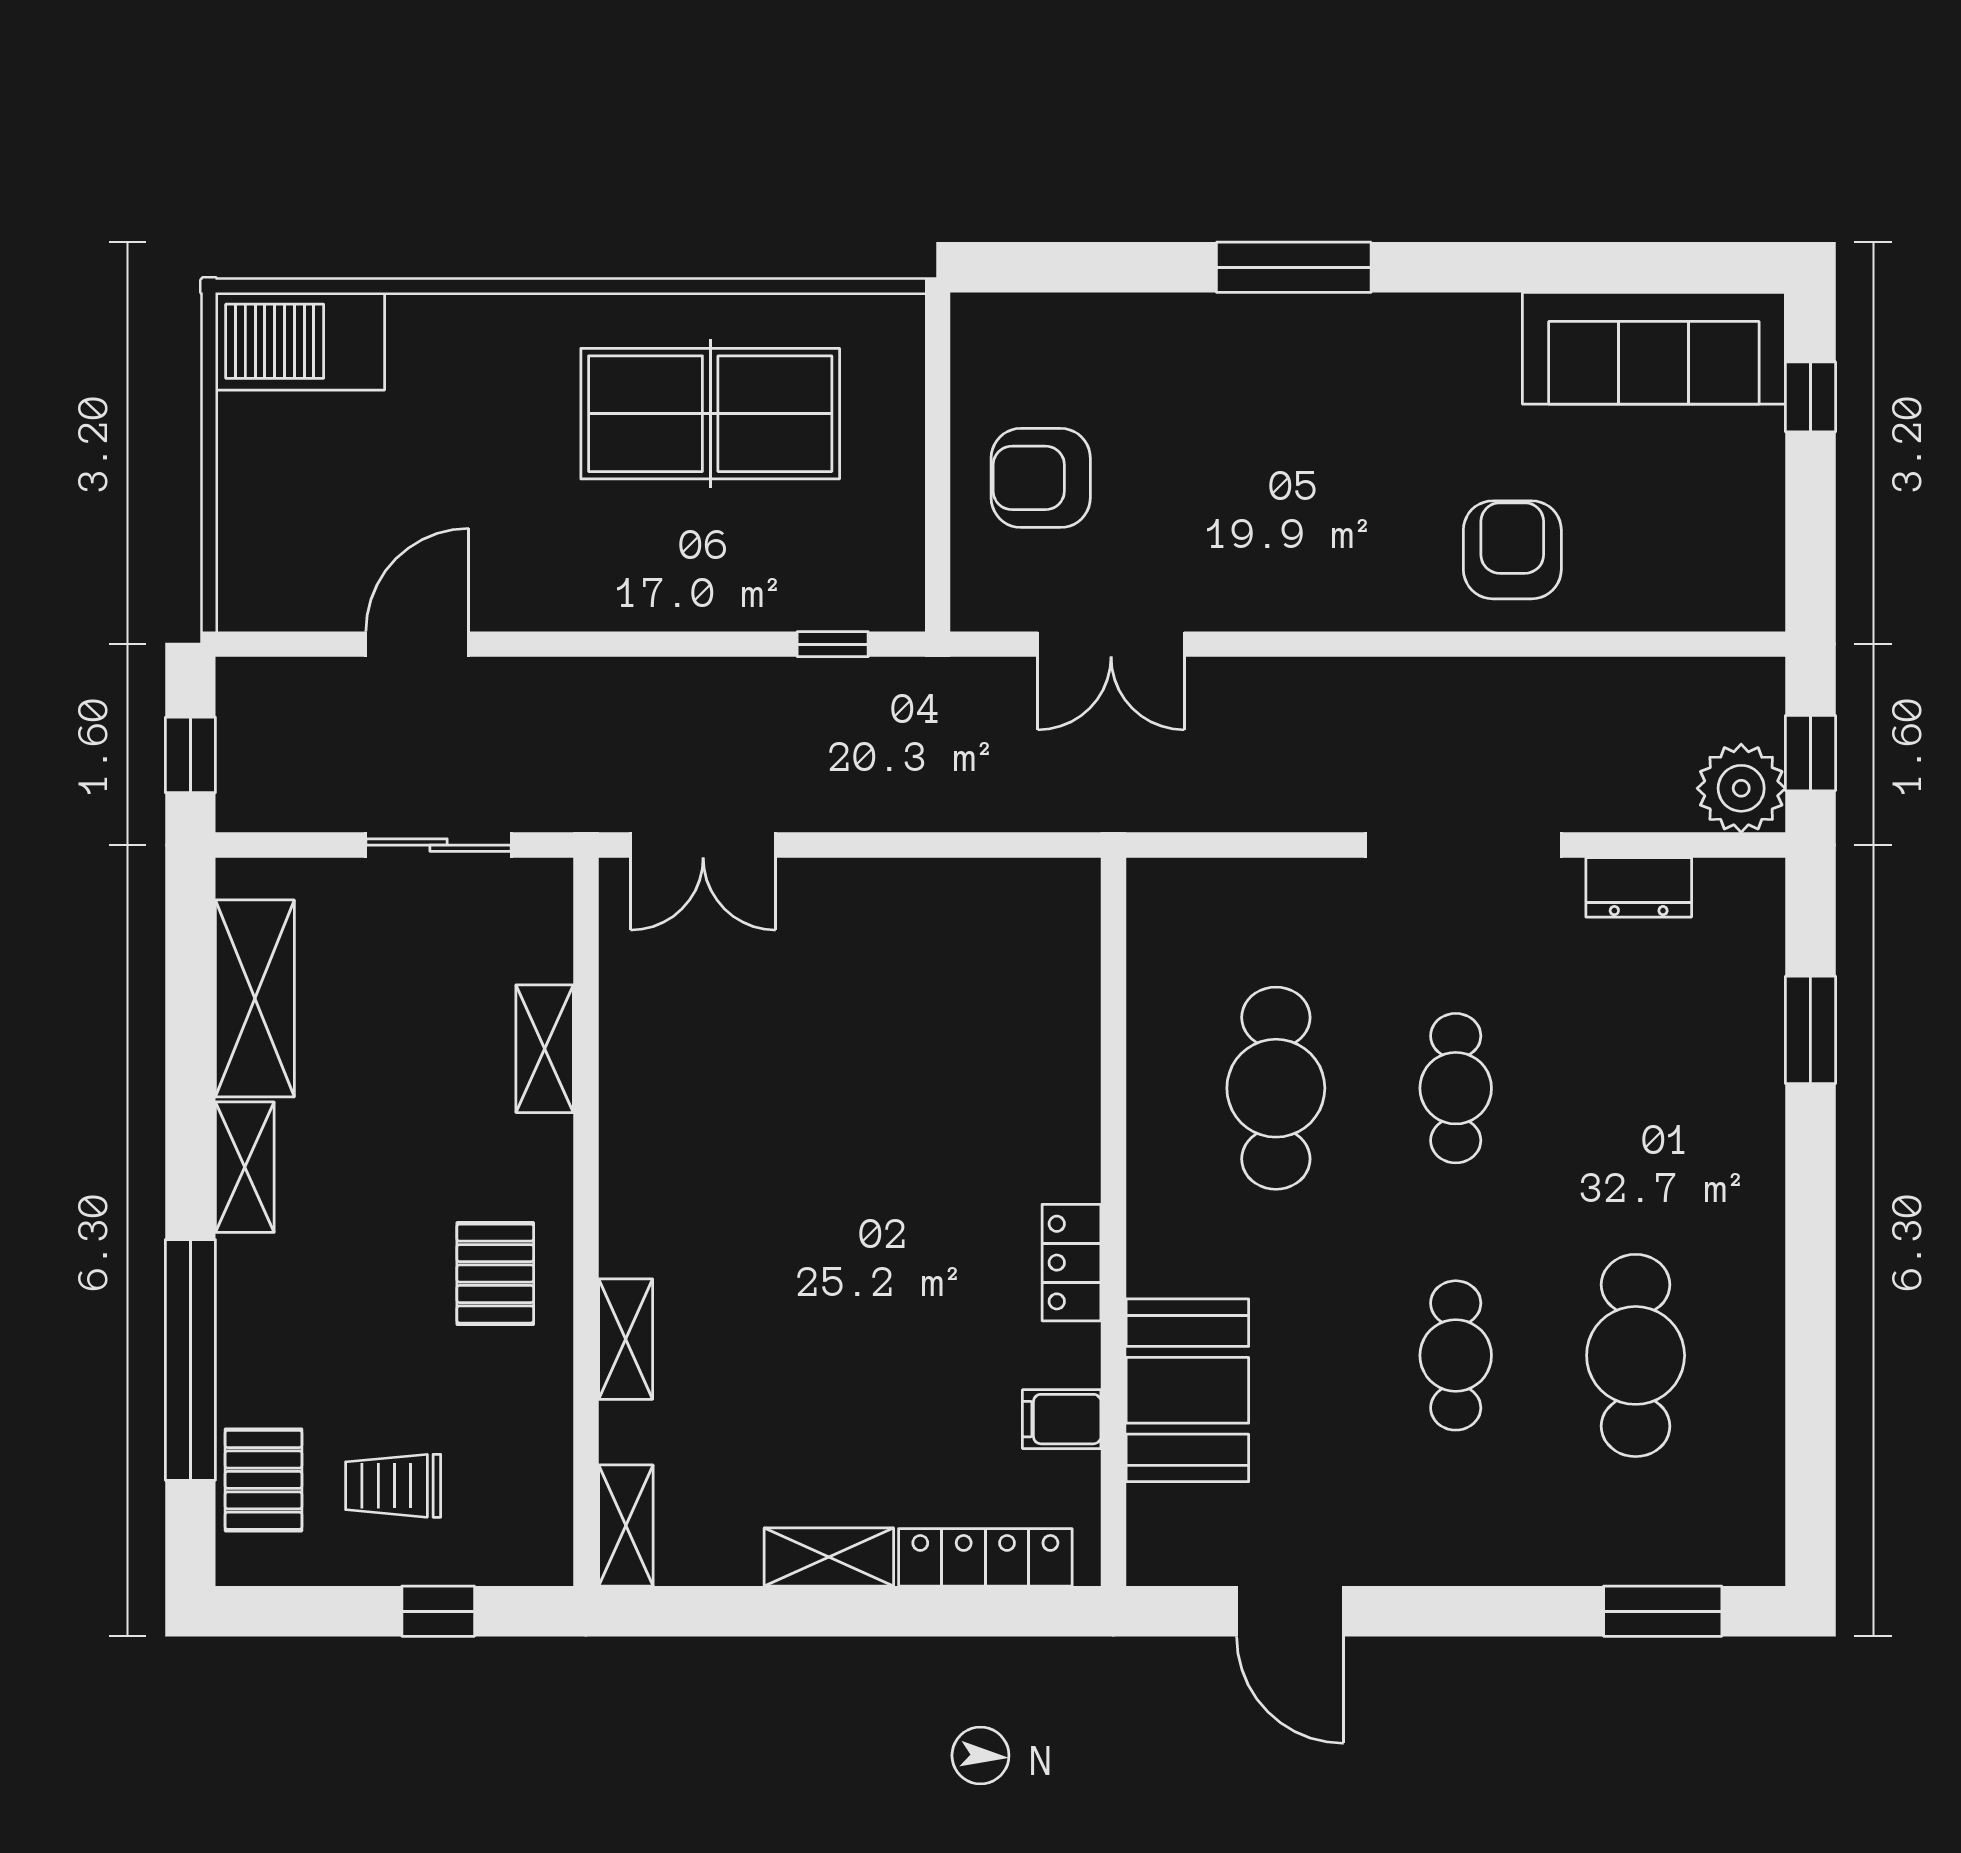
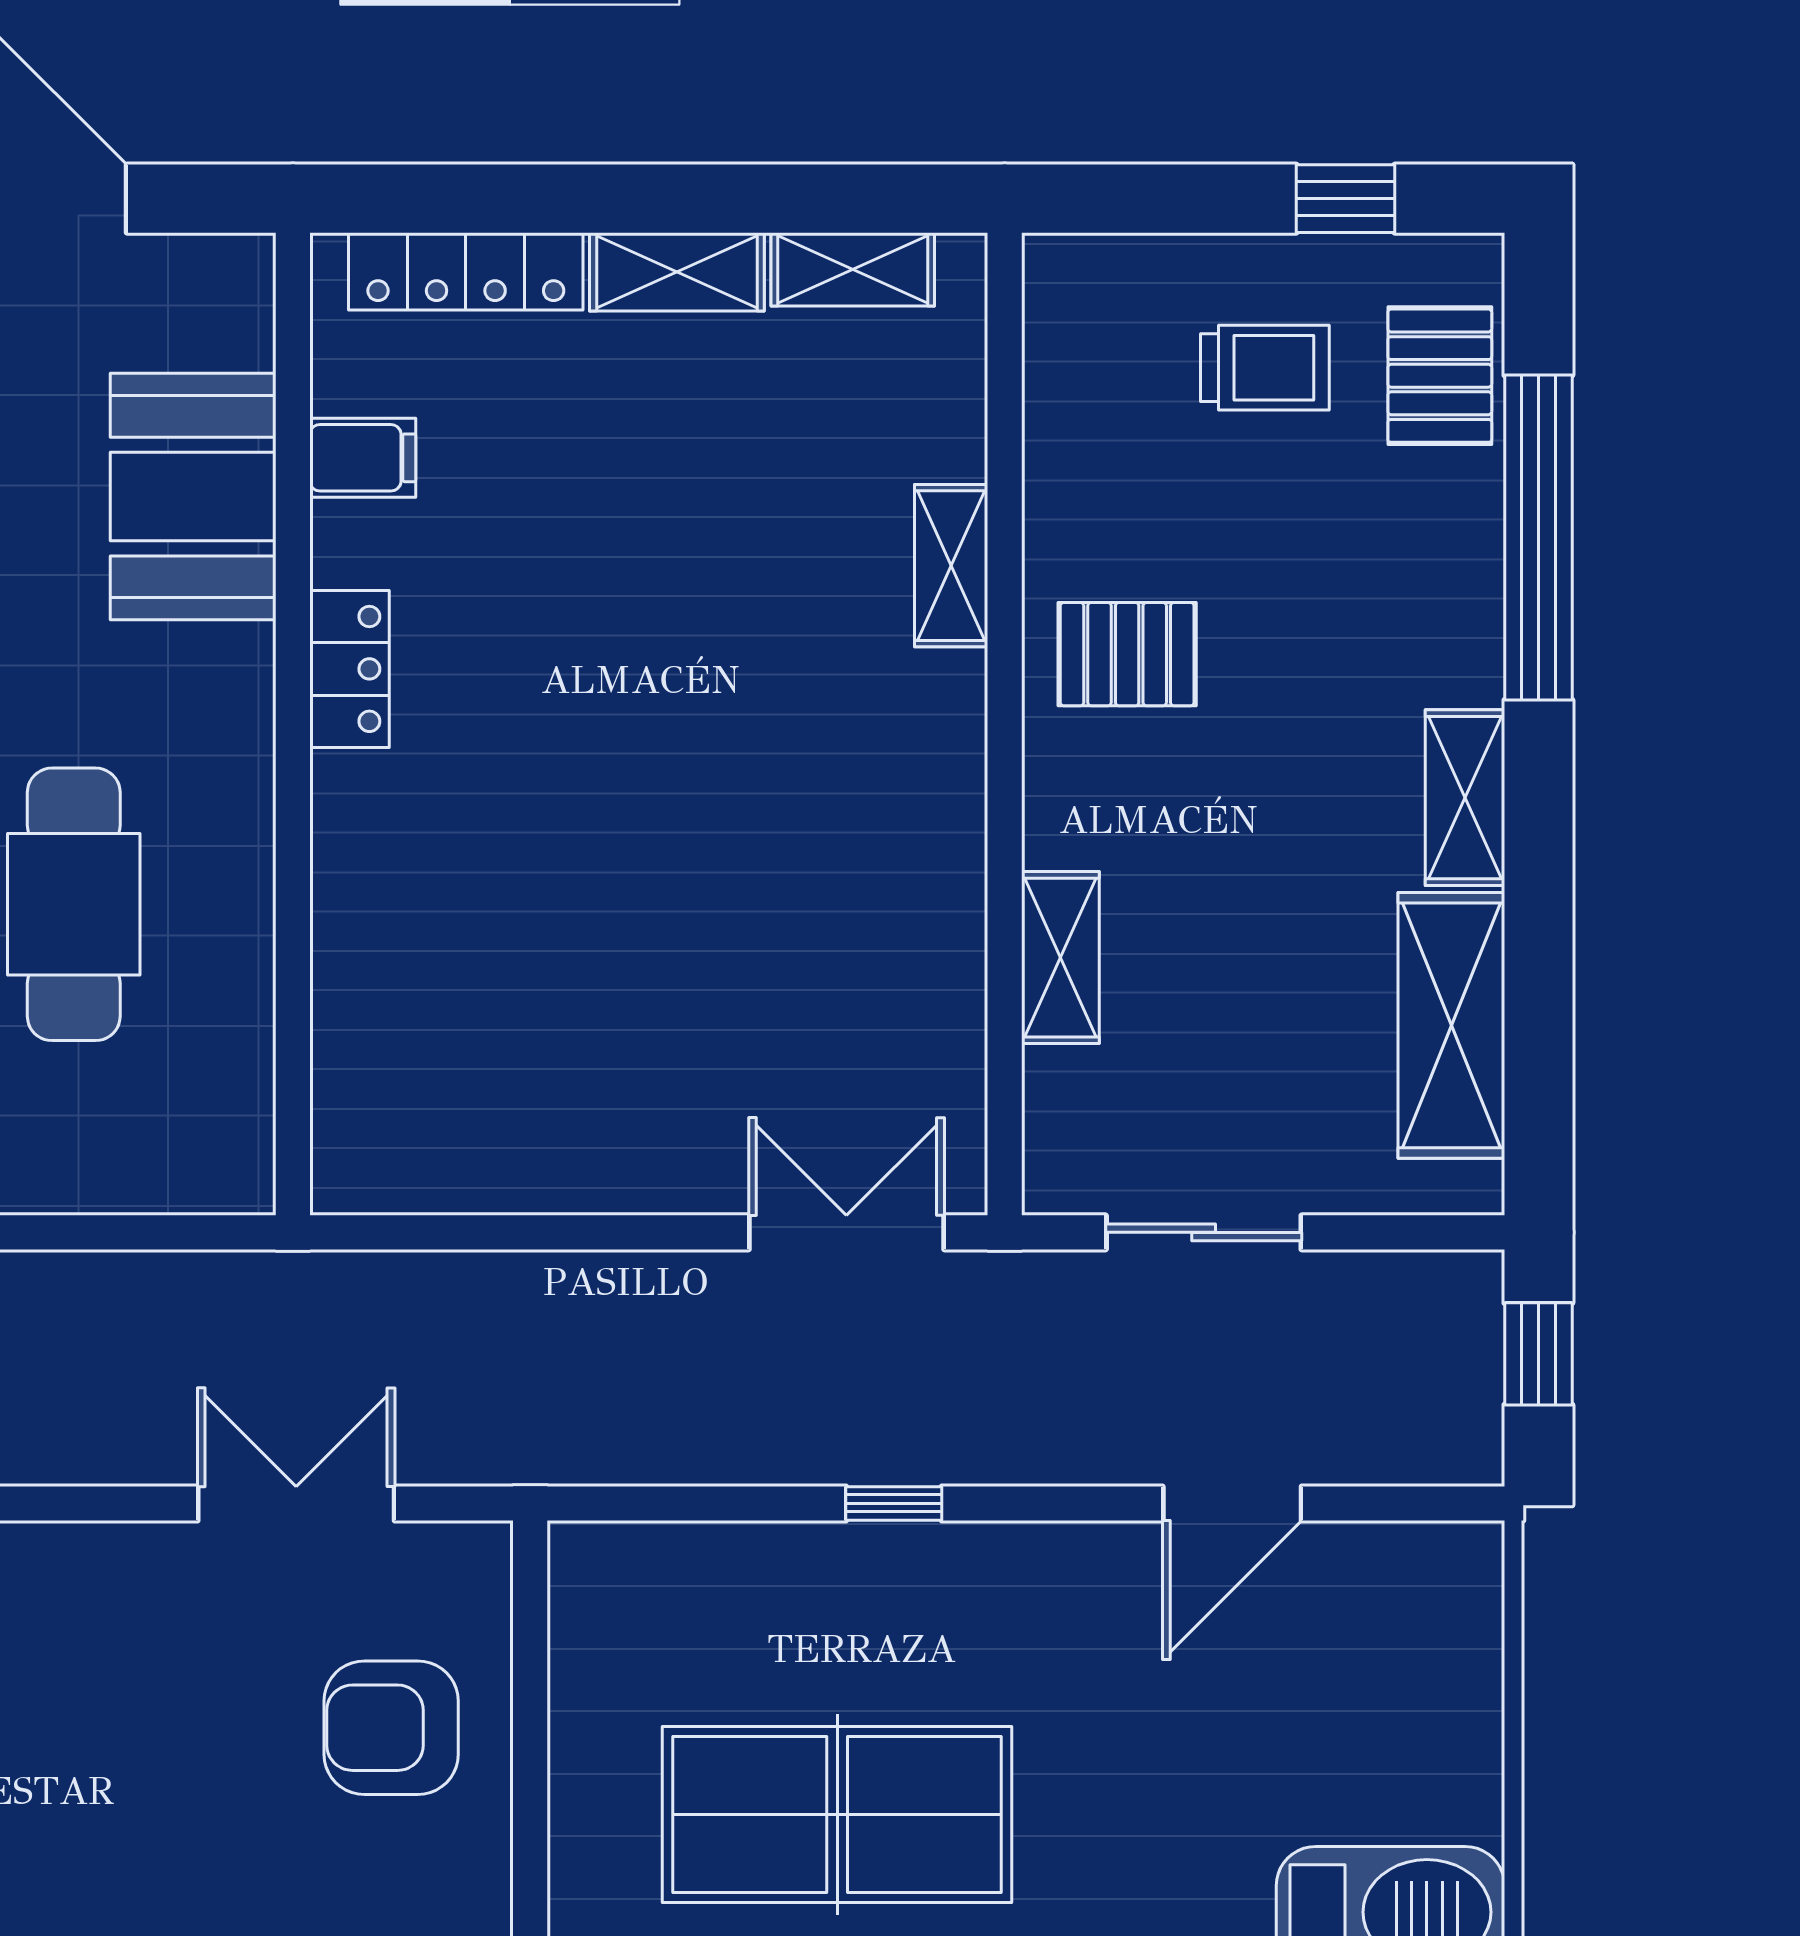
armchair: (1041, 478) -> (391, 1728), turned 180
window: (833, 644) -> (894, 1503), moved
pallet: (495, 1274) -> (1127, 654), turned 90
shelving: (626, 1525) -> (853, 269), moved, turned 90
window: (438, 1611) -> (1345, 199), moved

